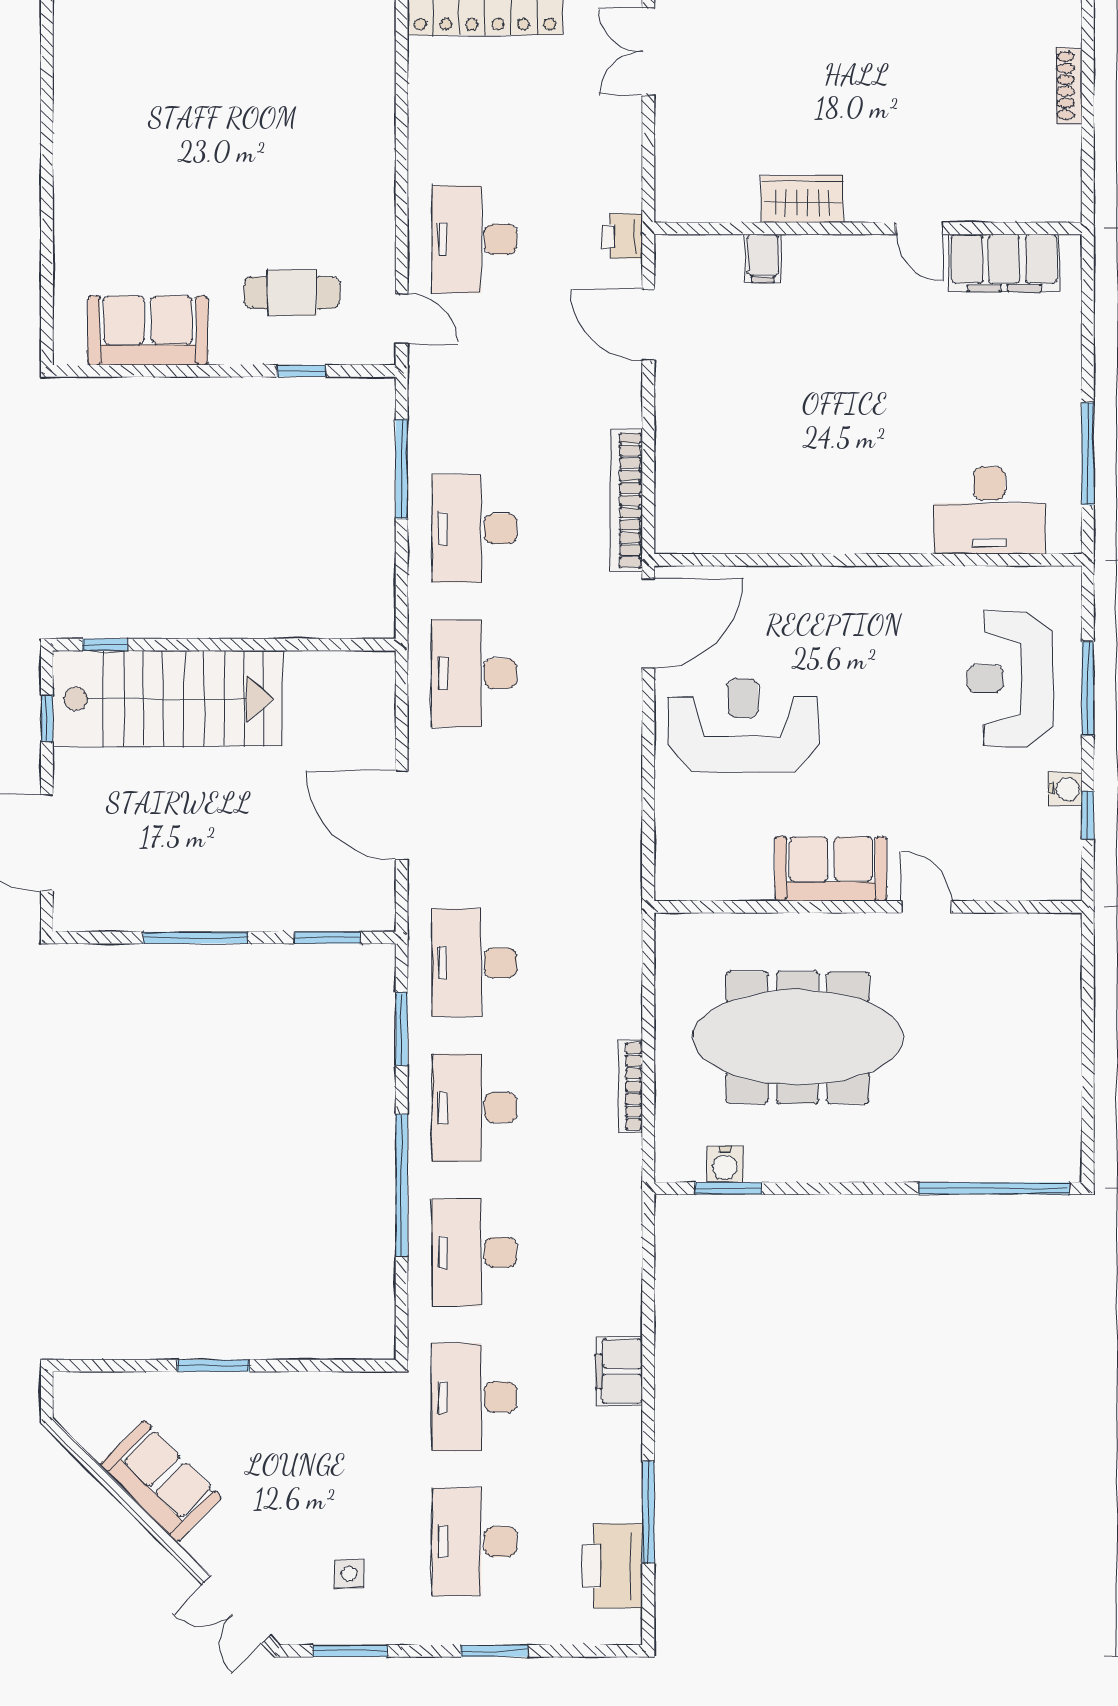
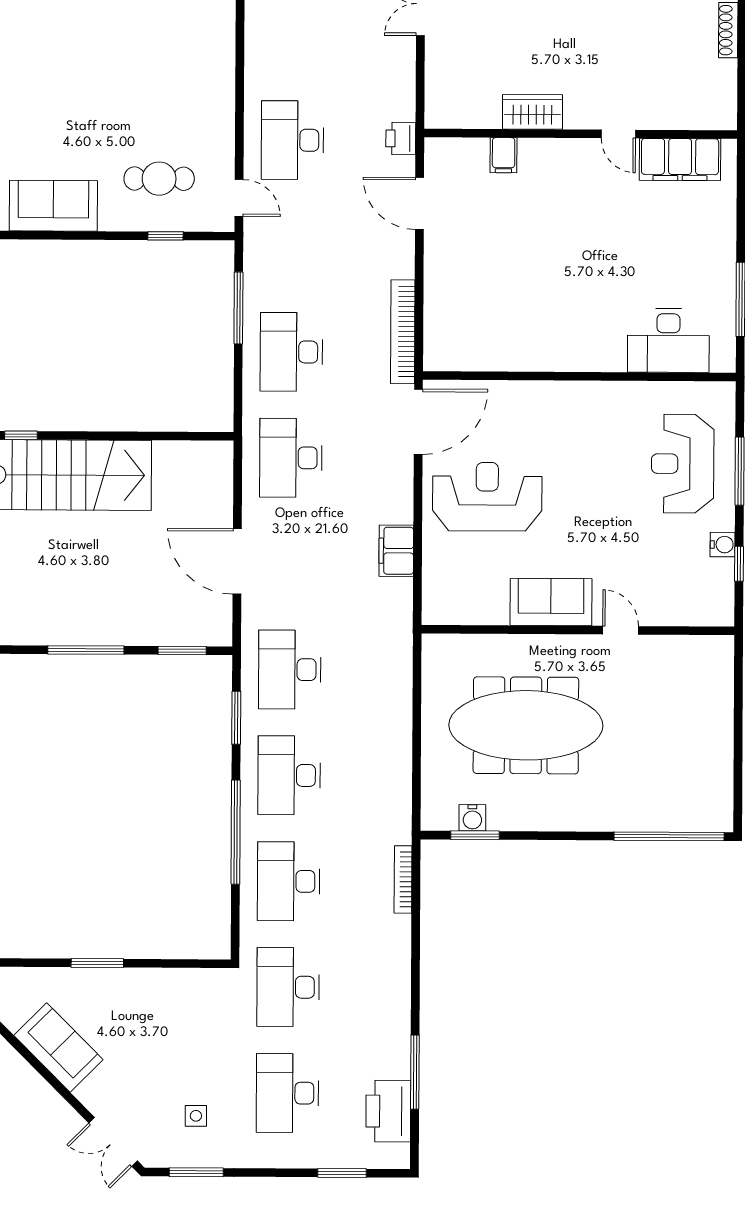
bookcase: (631, 1086) -> (403, 879), moved
filing cabinet: (619, 1371) -> (396, 551), moved
window: (494, 1651) -> (342, 1173), moved

